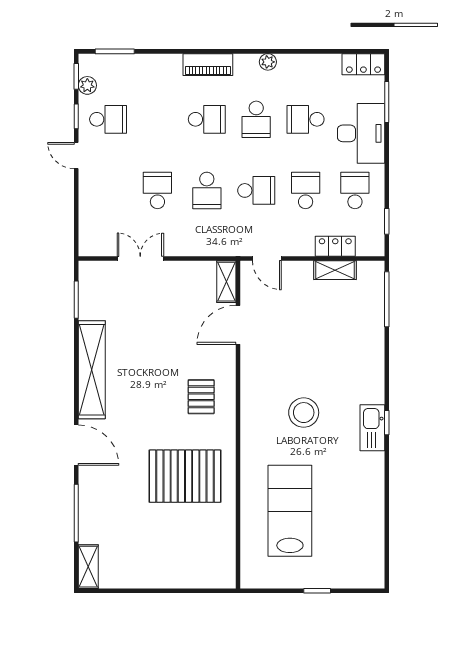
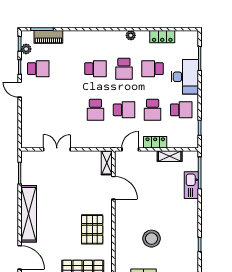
locker: (363, 64) -> (162, 37), moved
piano: (208, 65) -> (48, 37), moved
school desk: (157, 190) -> (67, 110), removed
school desk: (306, 190) -> (153, 110), turned 180
school desk: (355, 190) -> (181, 110), turned 90
locker: (335, 246) -> (155, 142), moved
door: (267, 258) -> (130, 149), swing flipped
door: (238, 325) -> (113, 188), swing flipped
pallet: (201, 397) -> (92, 229), width x1.50, depth x1.42
kitchen sink: (372, 428) -> (191, 185), moved

